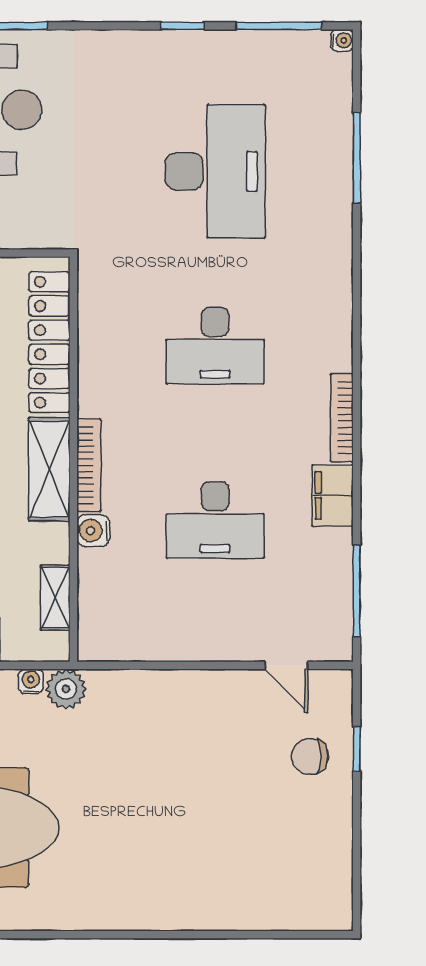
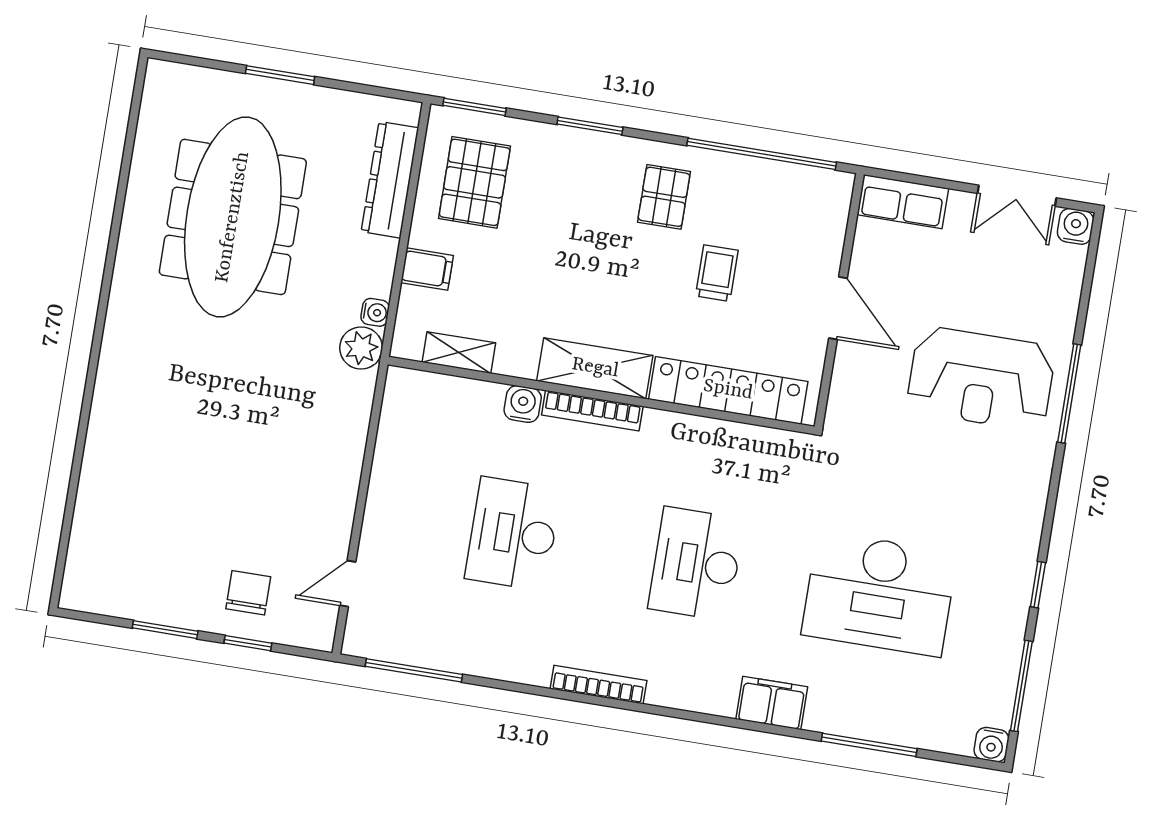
water cooler: (342, 40) -> (991, 745), width x1.38, depth x1.38
filing cabinet: (333, 495) -> (772, 703), moved
window: (357, 828) -> (165, 630), added

